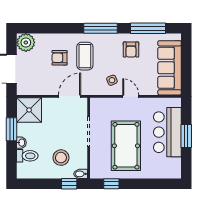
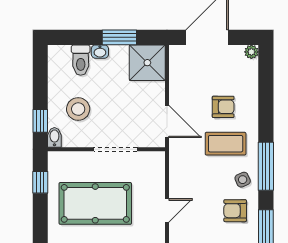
plant: (26, 42) -> (251, 52), width x0.53, depth x0.53
armchair: (59, 58) -> (223, 107), turned 90
side table: (112, 80) -> (243, 180), moved

